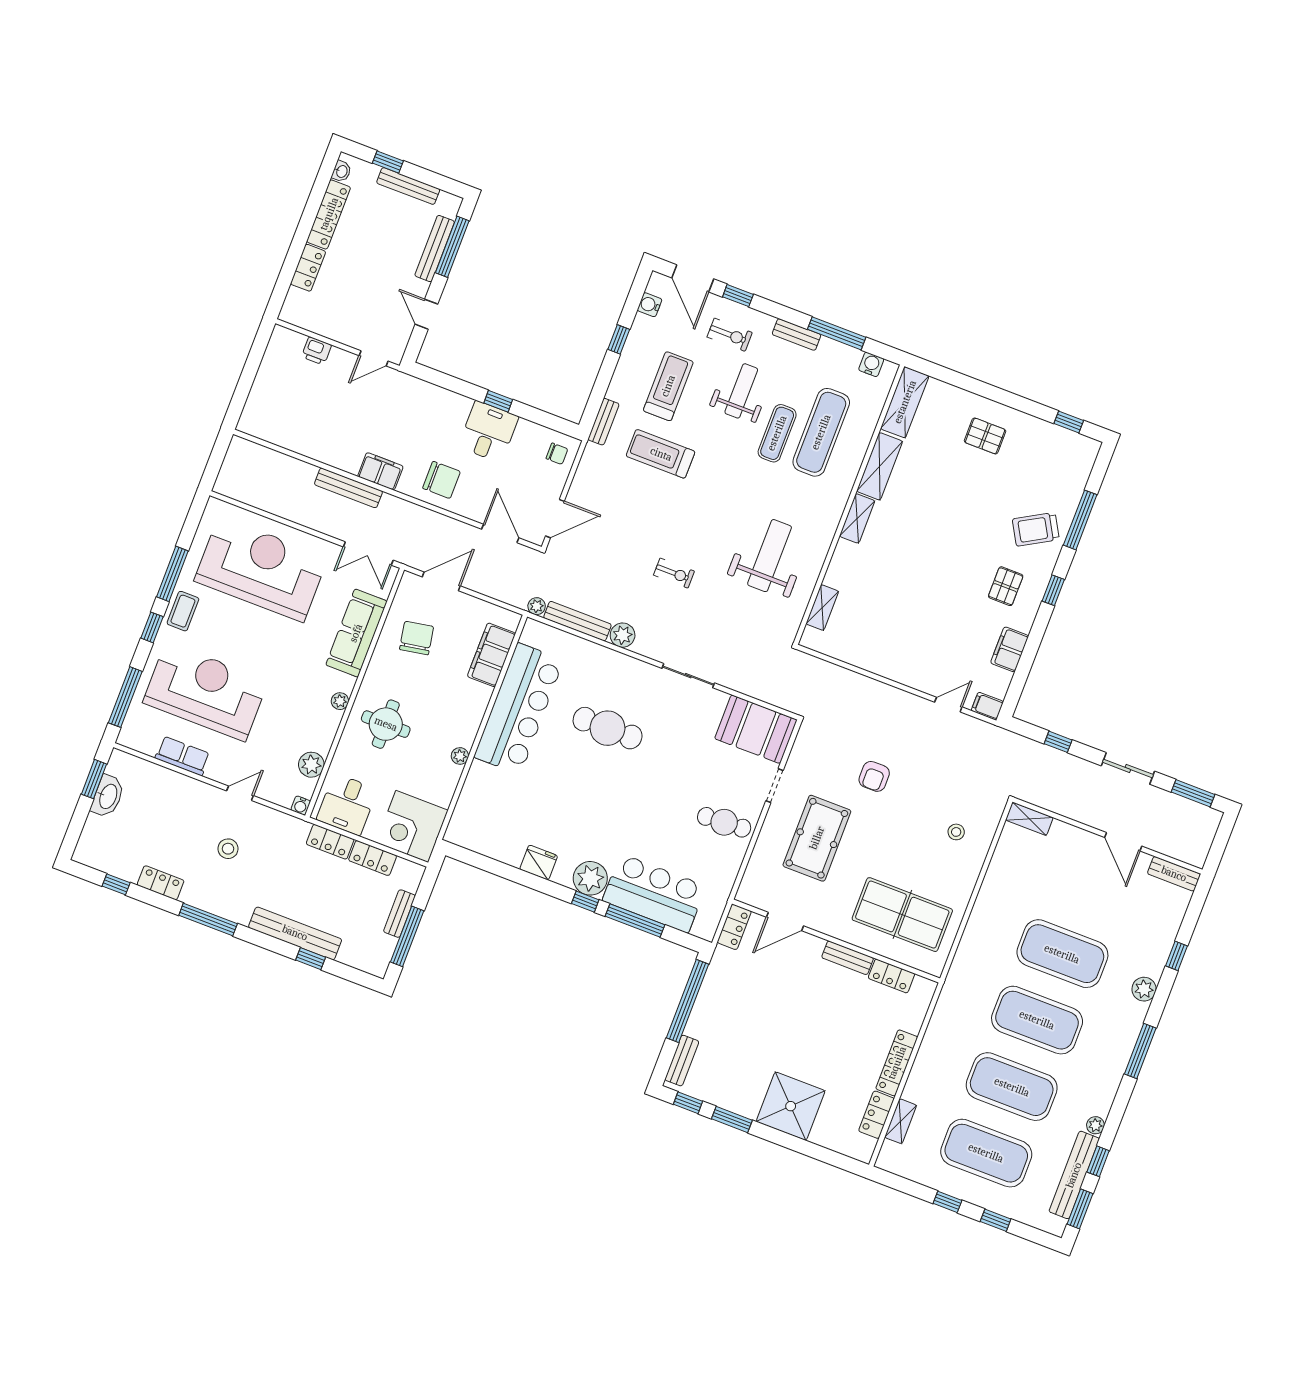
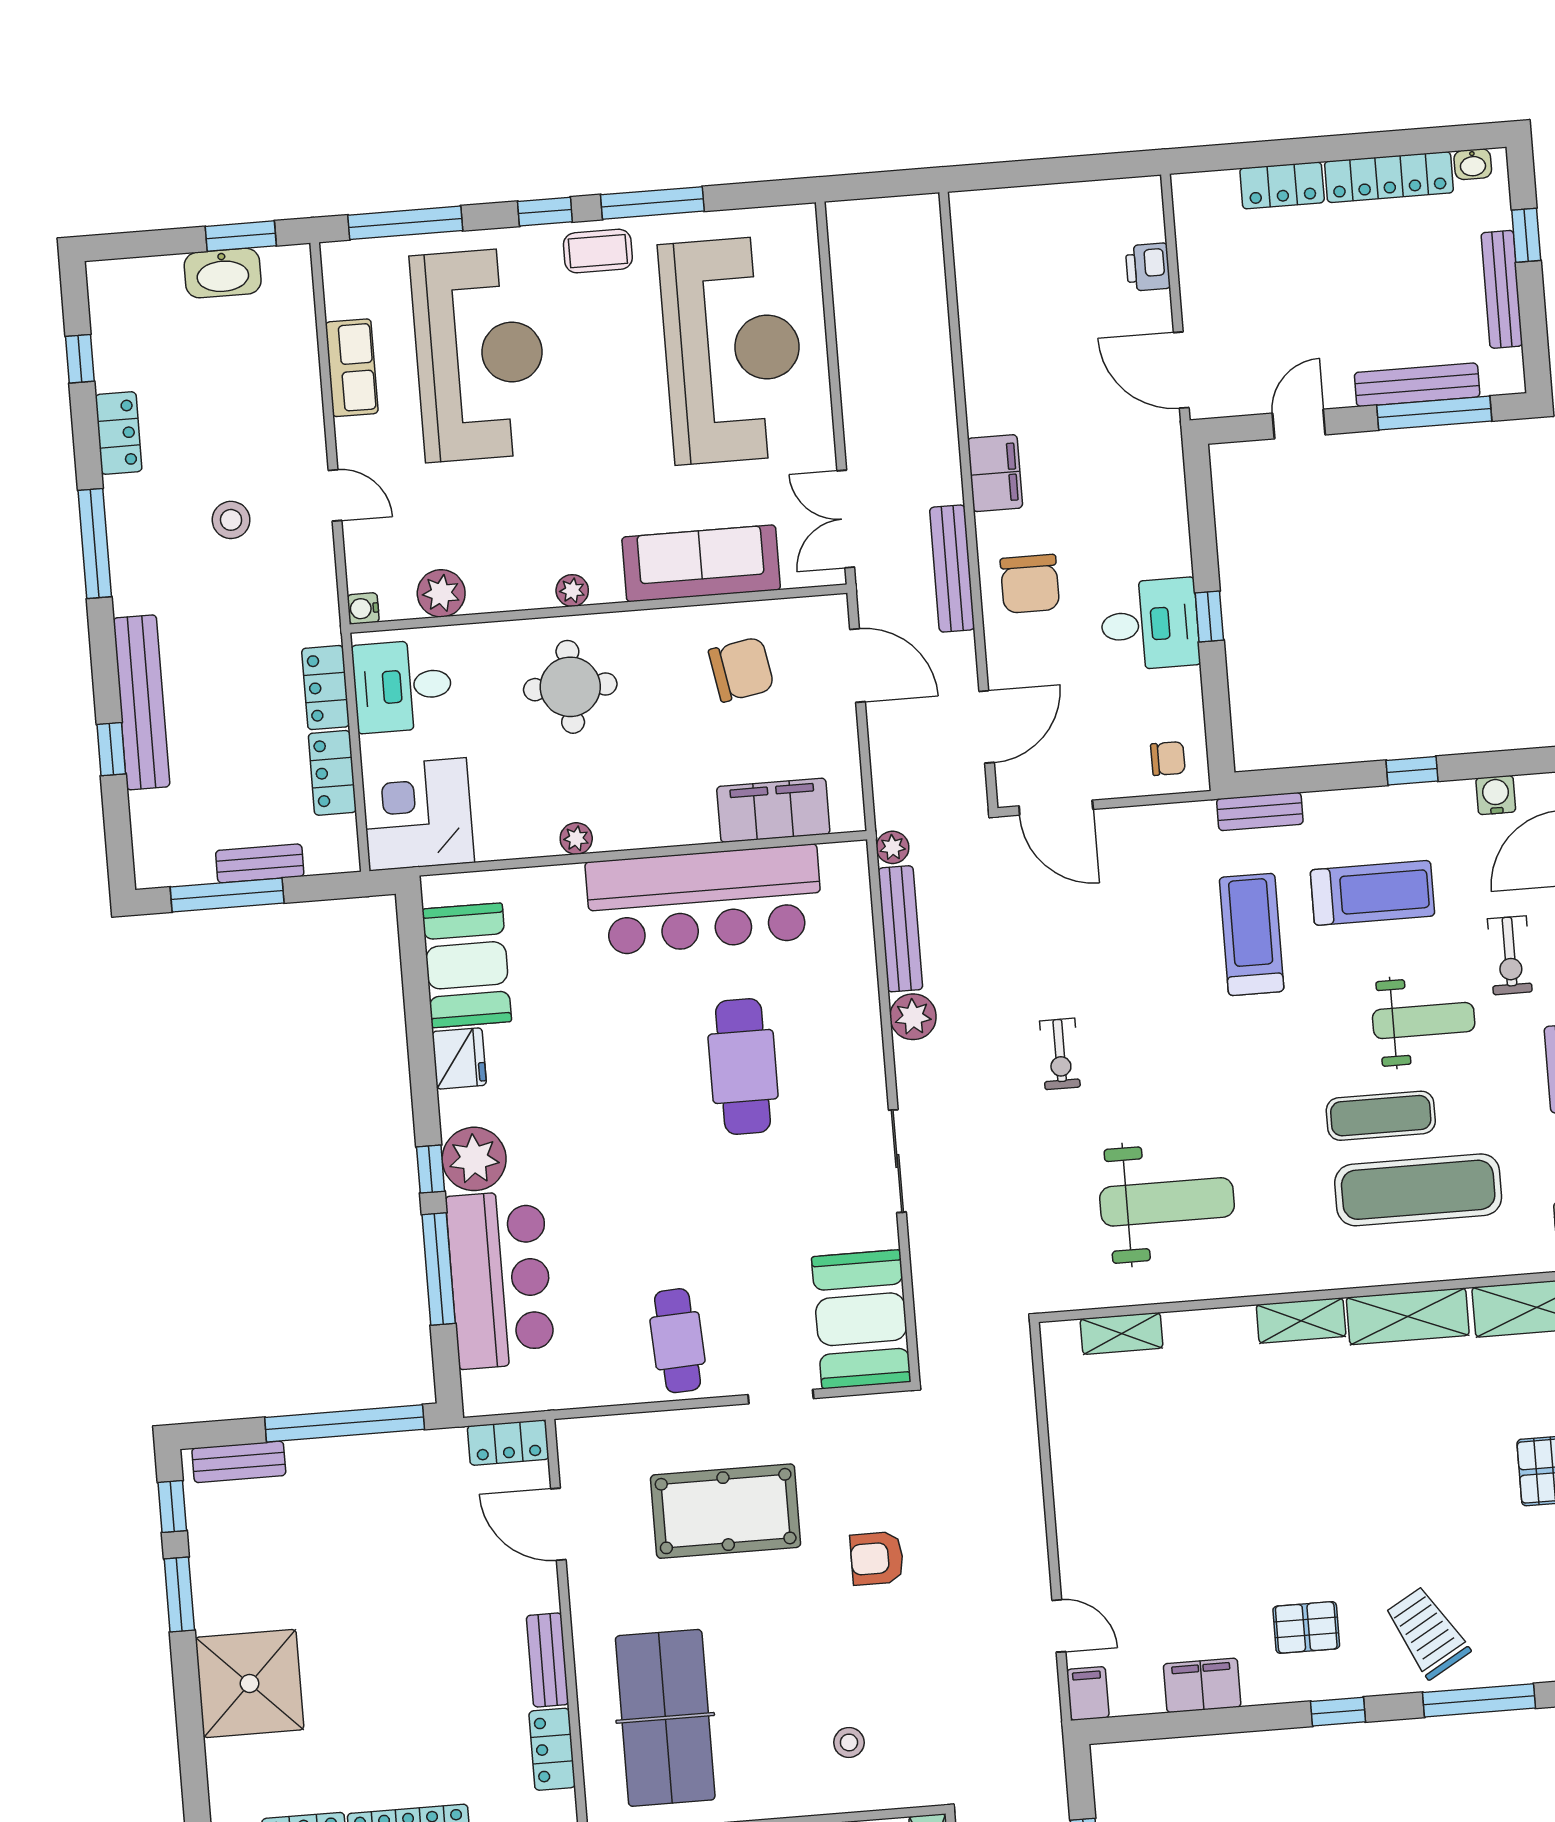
door: (374, 358) -> (1181, 370), width x1.38
chair: (557, 454) -> (1168, 759), turned -90
bench: (348, 488) -> (952, 569), moved
booth: (496, 837) -> (467, 965), added

